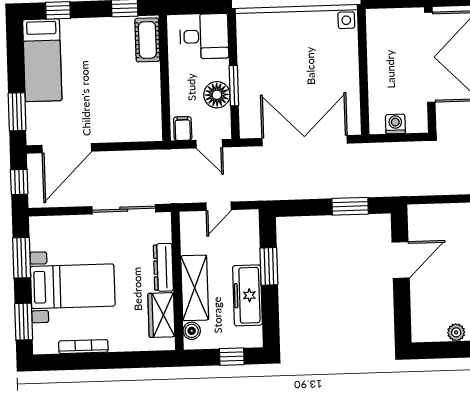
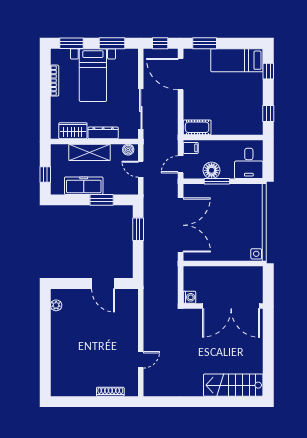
cot: (147, 40) -> (197, 127), moved
washing machine: (395, 124) -> (189, 297), moved
window: (350, 206) -> (138, 229), moved
boiler: (192, 331) -> (128, 150), moved
plant: (456, 332) -> (56, 305), moved

